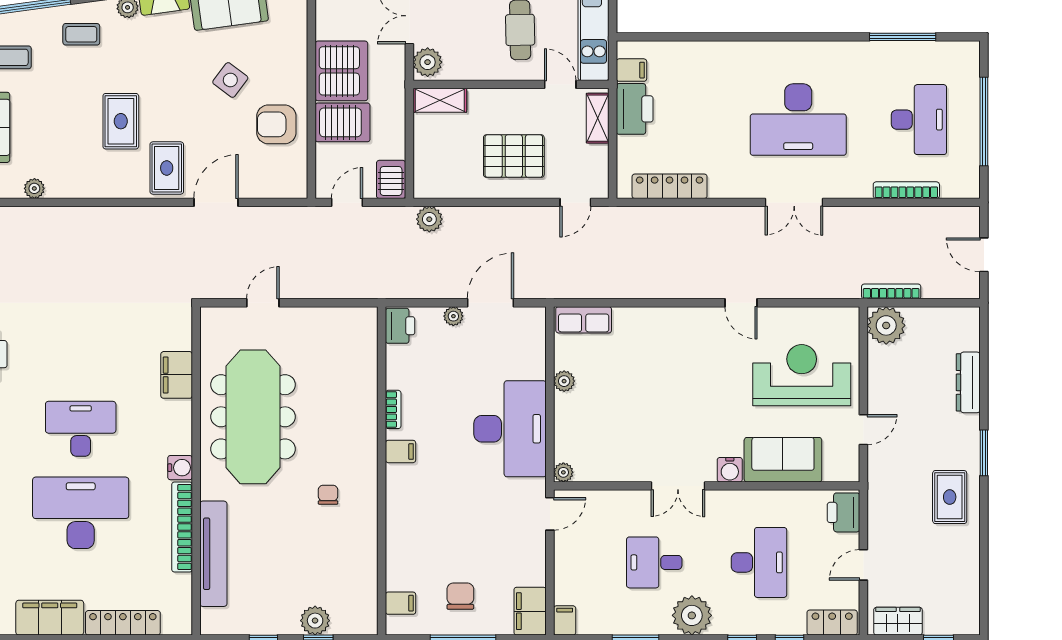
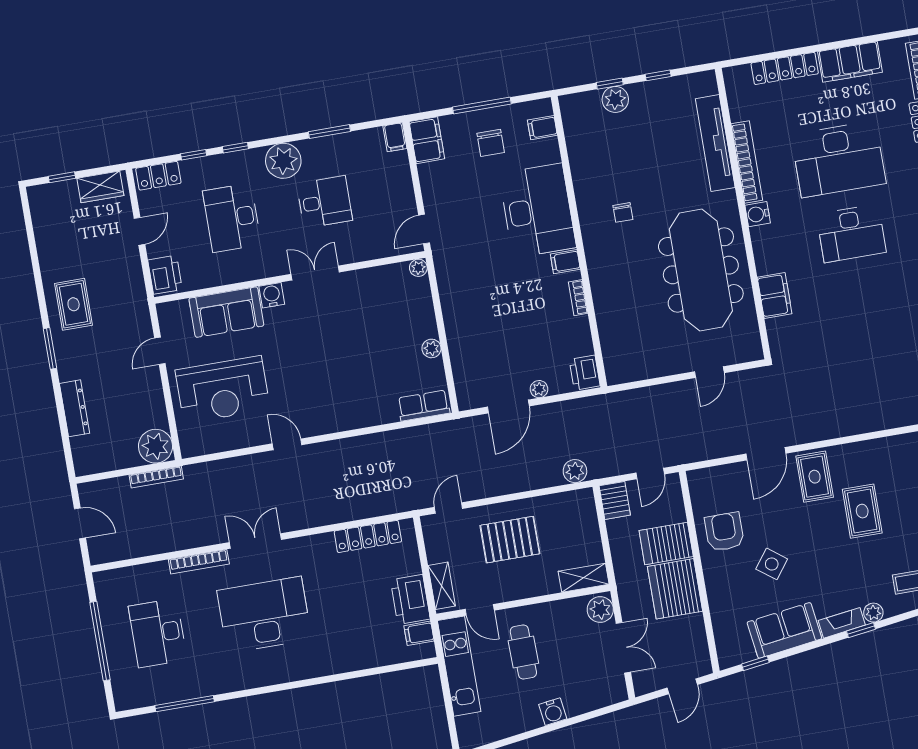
armchair: (276, 124) -> (724, 532), turned -90
bookcase: (906, 190) -> (199, 562), moved
desk: (510, 429) -> (537, 211), moved, turned 180

